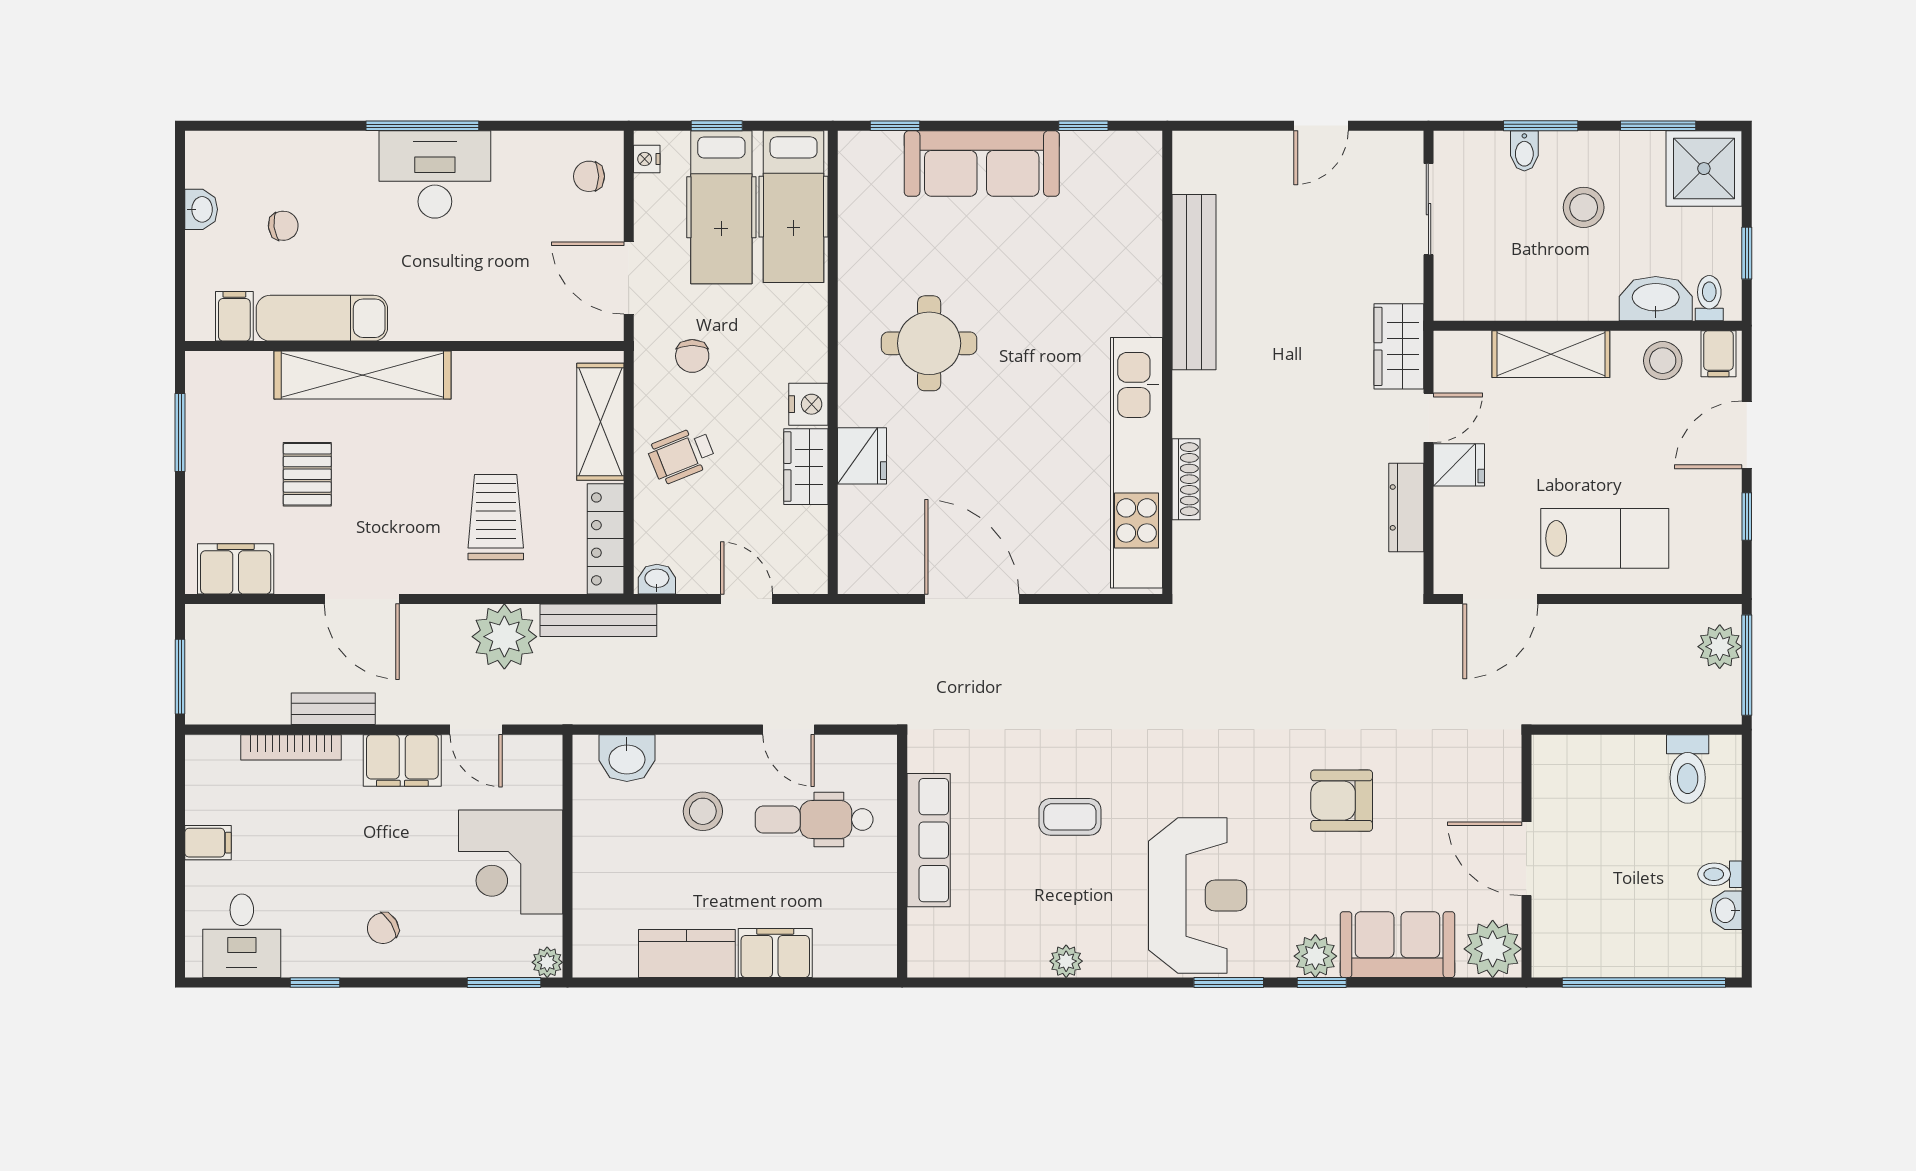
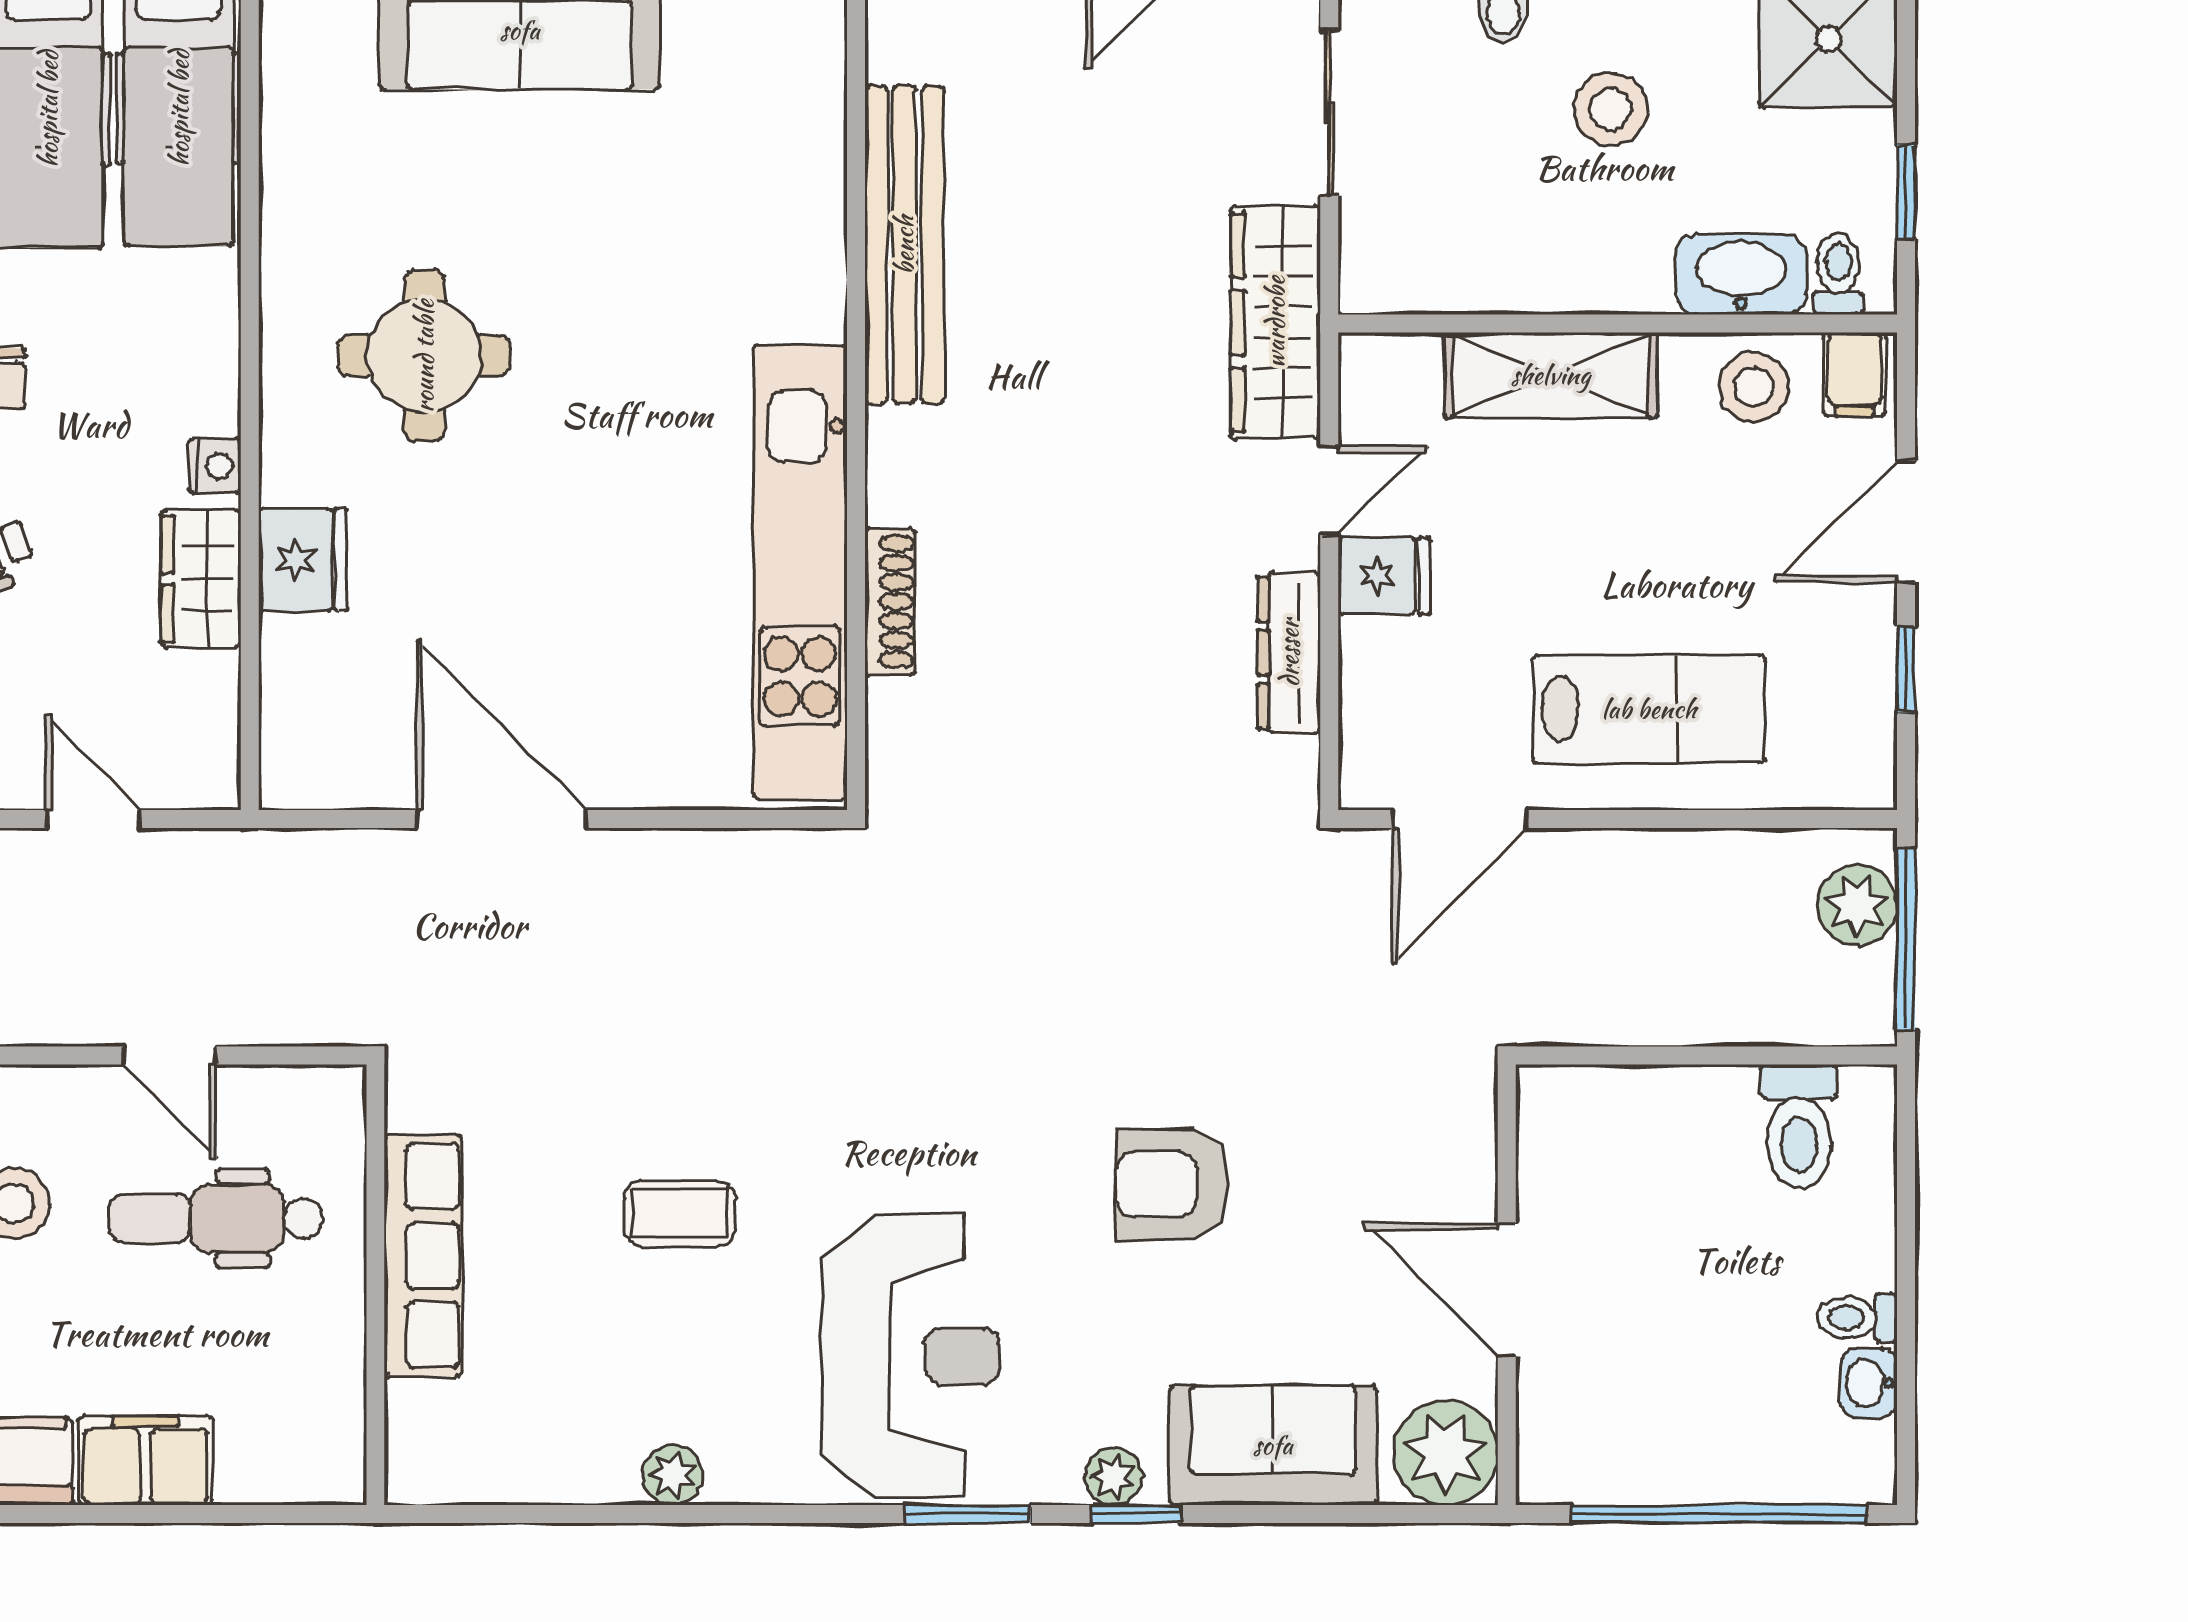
wardrobe: (1399, 346) -> (1275, 322), width x1.50
nightstand: (808, 404) -> (215, 466), width x0.72, depth x0.74
plant: (1315, 956) -> (1114, 1477), width x0.73, depth x0.73

